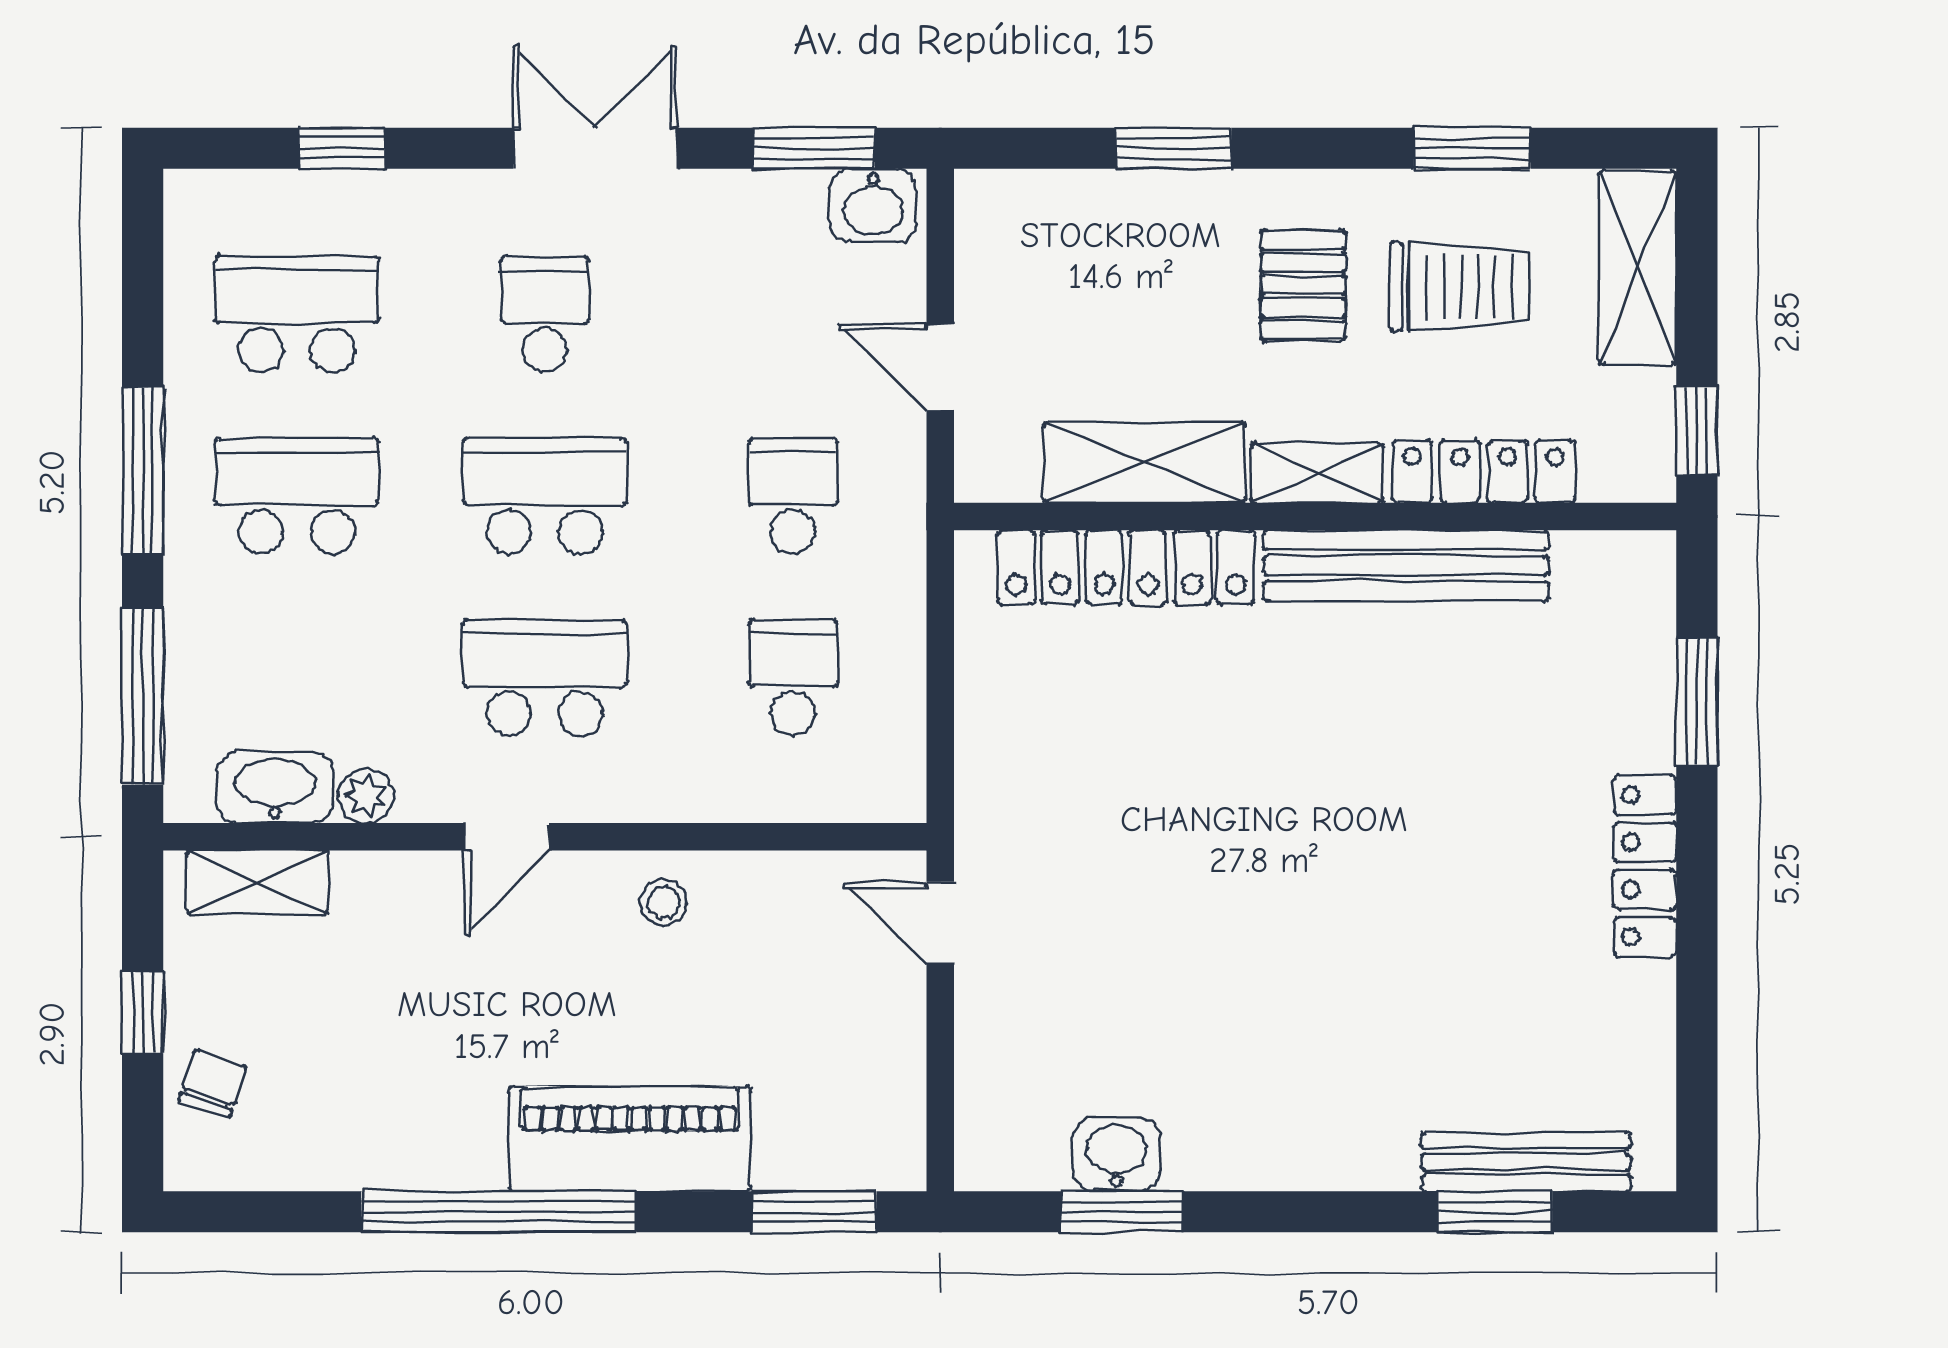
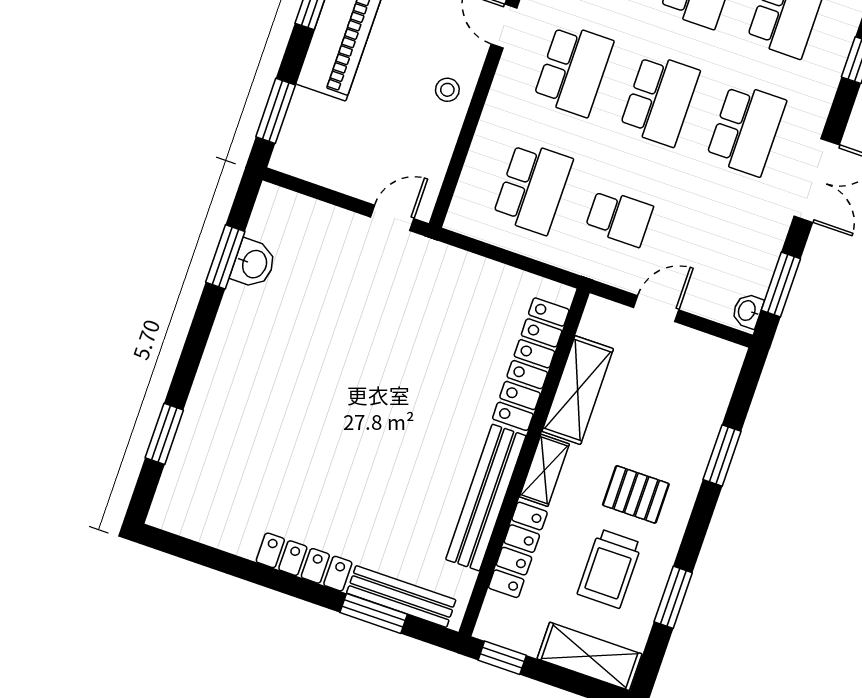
washbasin: (873, 206) -> (747, 311), width x0.72, depth x0.69
school desk: (545, 314) -> (746, 130), width x1.85
school desk: (793, 678) -> (533, 188), width x1.85
bench: (1526, 1162) -> (401, 596), moved, turned 90

